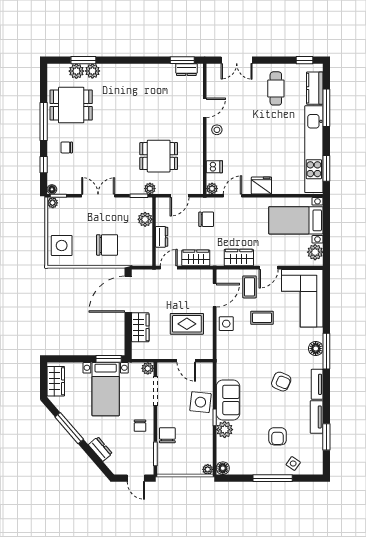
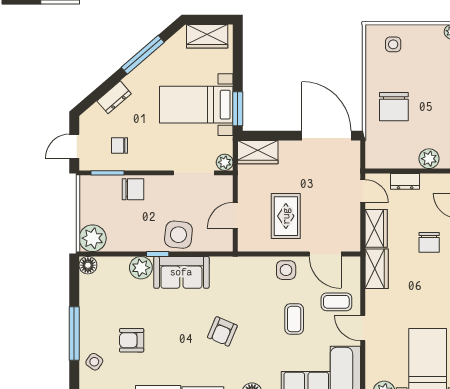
side table: (62, 246) -> (393, 44), width x0.54, depth x0.54
wardrobe: (239, 258) -> (377, 269), moved
wardrobe: (140, 327) -> (258, 152), moved
armchair: (281, 382) -> (222, 331), moved
chair: (140, 426) -> (119, 145), moved
plant: (208, 469) -> (93, 238), width x1.88, depth x1.88

